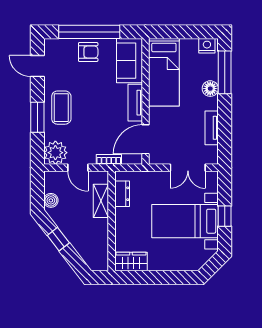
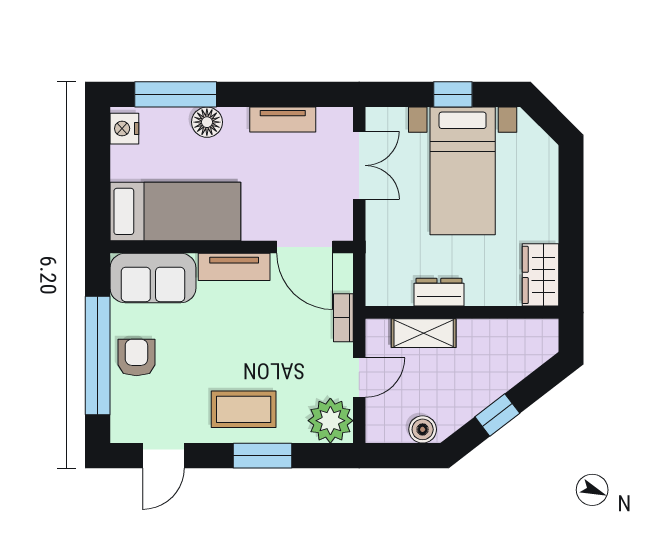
dresser: (122, 194) -> (439, 292), moved

